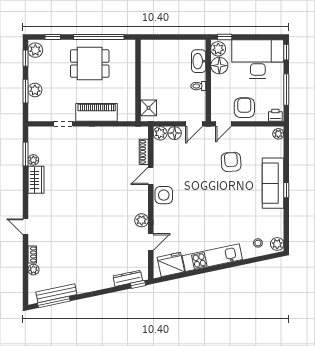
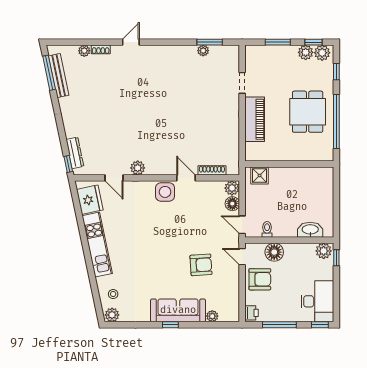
desk: (258, 59) -> (317, 301), width x0.73, depth x0.77
floor lamp: (219, 66) -> (274, 252), moved
toilet: (198, 86) -> (267, 229), moved
plant: (35, 90) -> (306, 52), moved
plant: (278, 134) -> (212, 316), moved
wardrobe: (36, 180) -> (182, 53), removed

